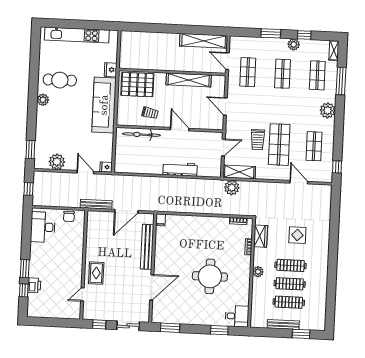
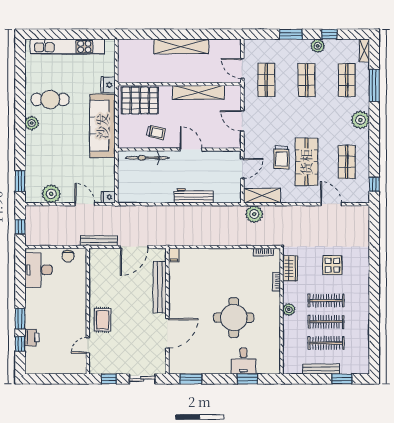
shelving: (204, 41) -> (181, 46), moved
desk: (237, 316) -> (243, 361), moved, turned 90

